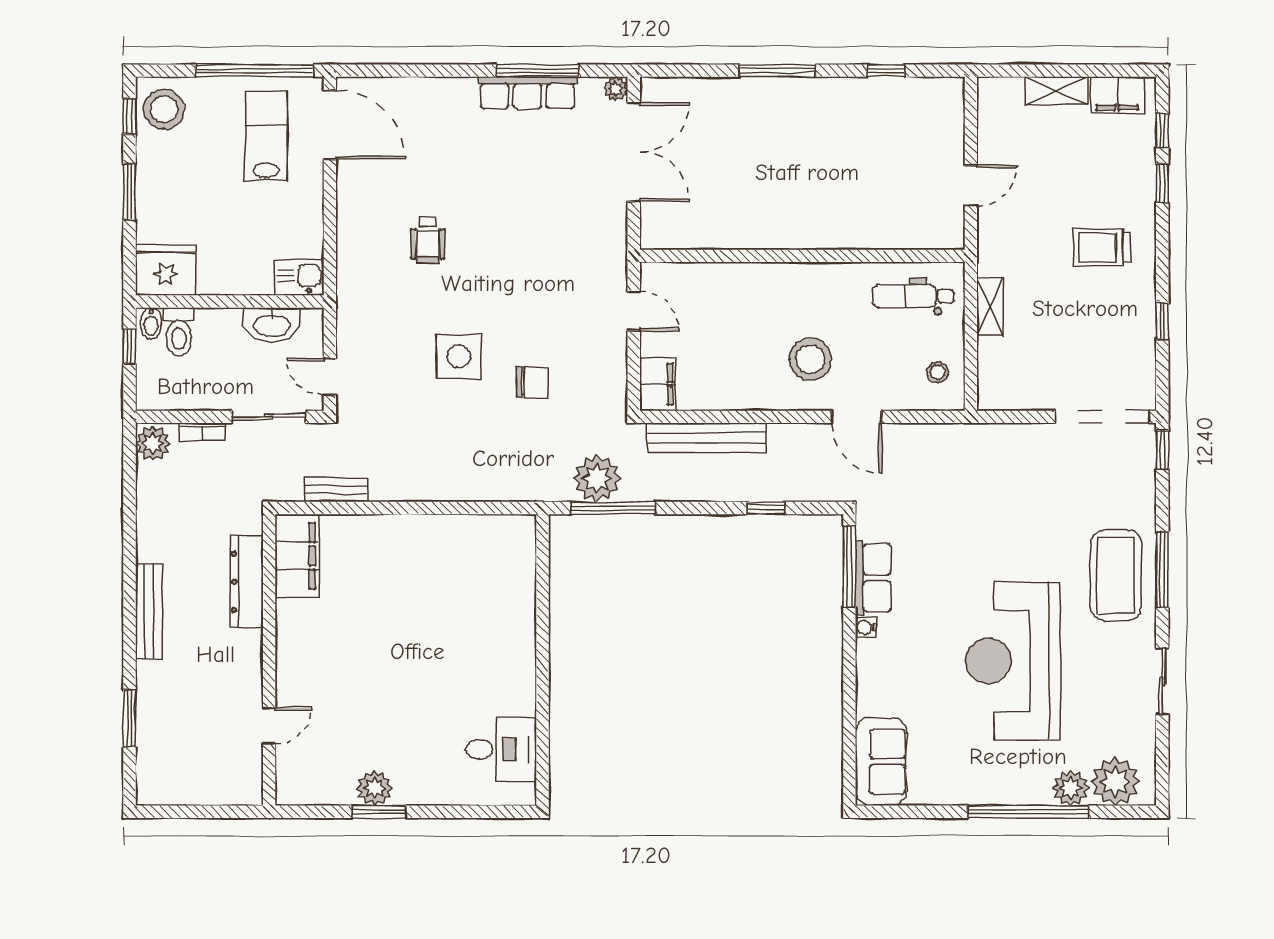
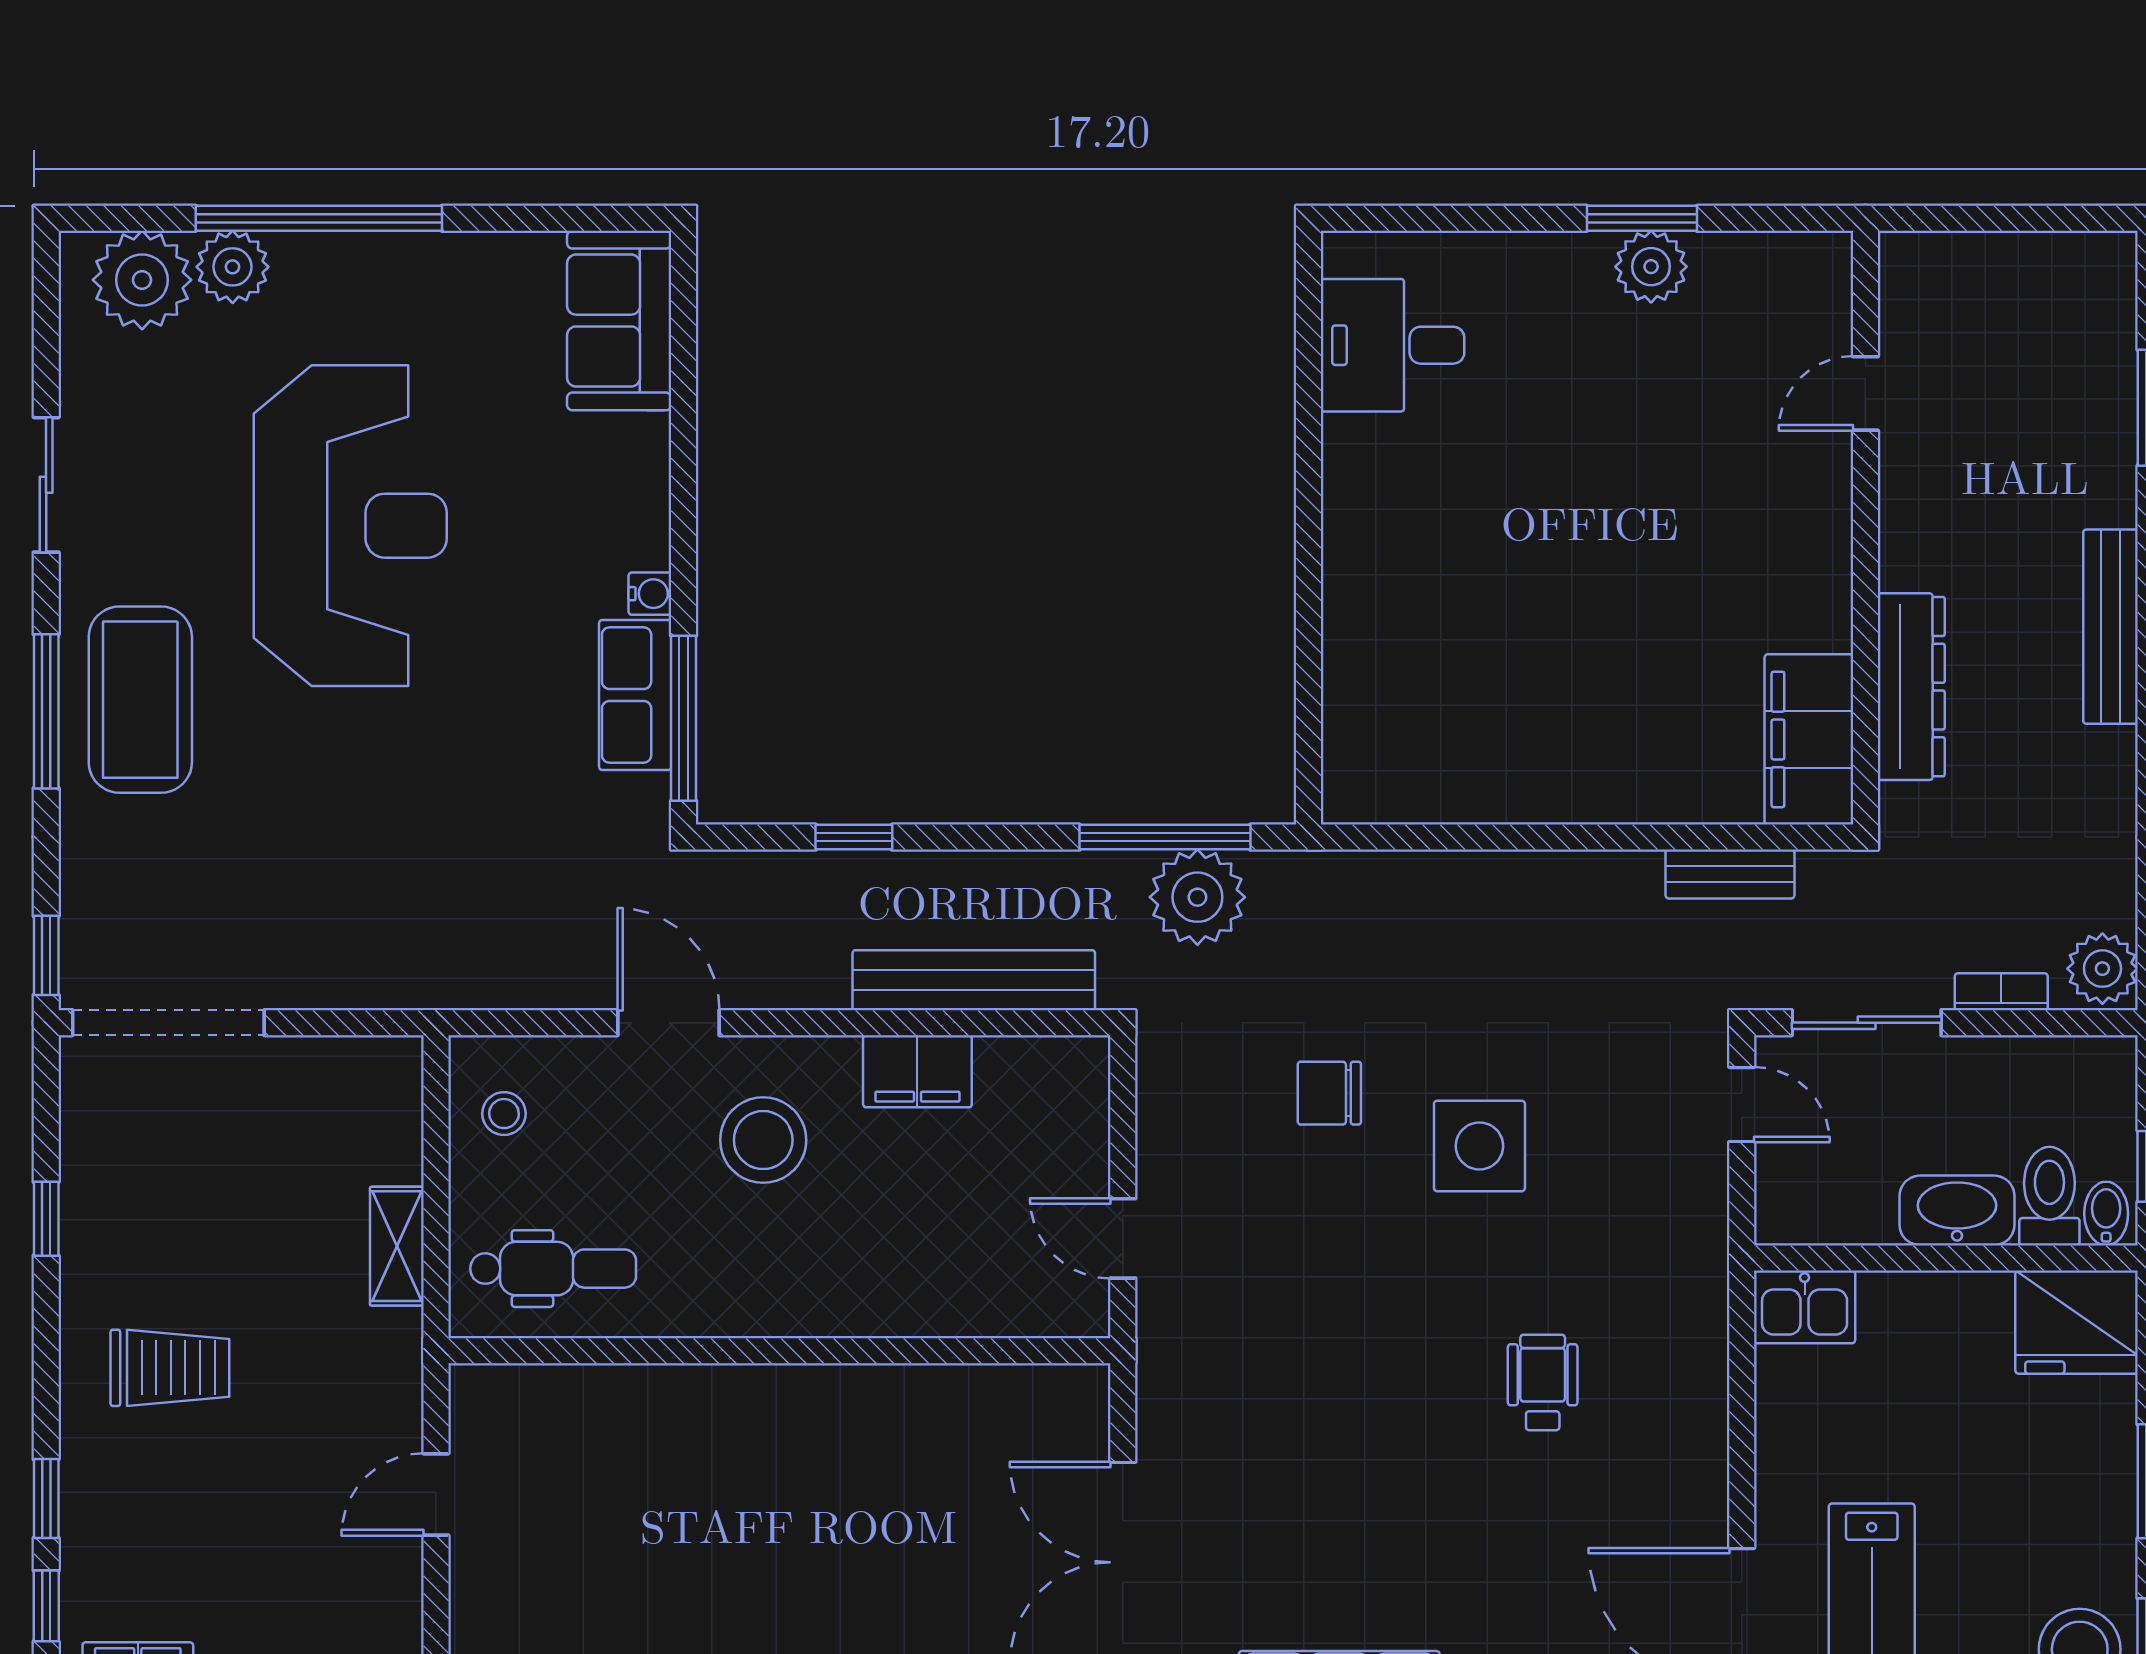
washbasin: (272, 325) -> (1957, 1210), moved
filing cabinet: (658, 384) -> (917, 1071), moved, turned -90

